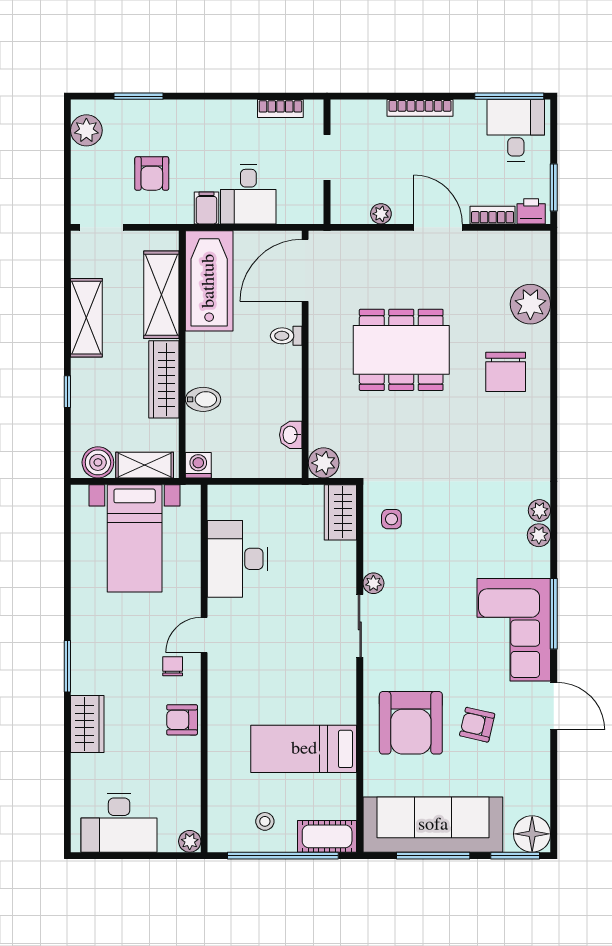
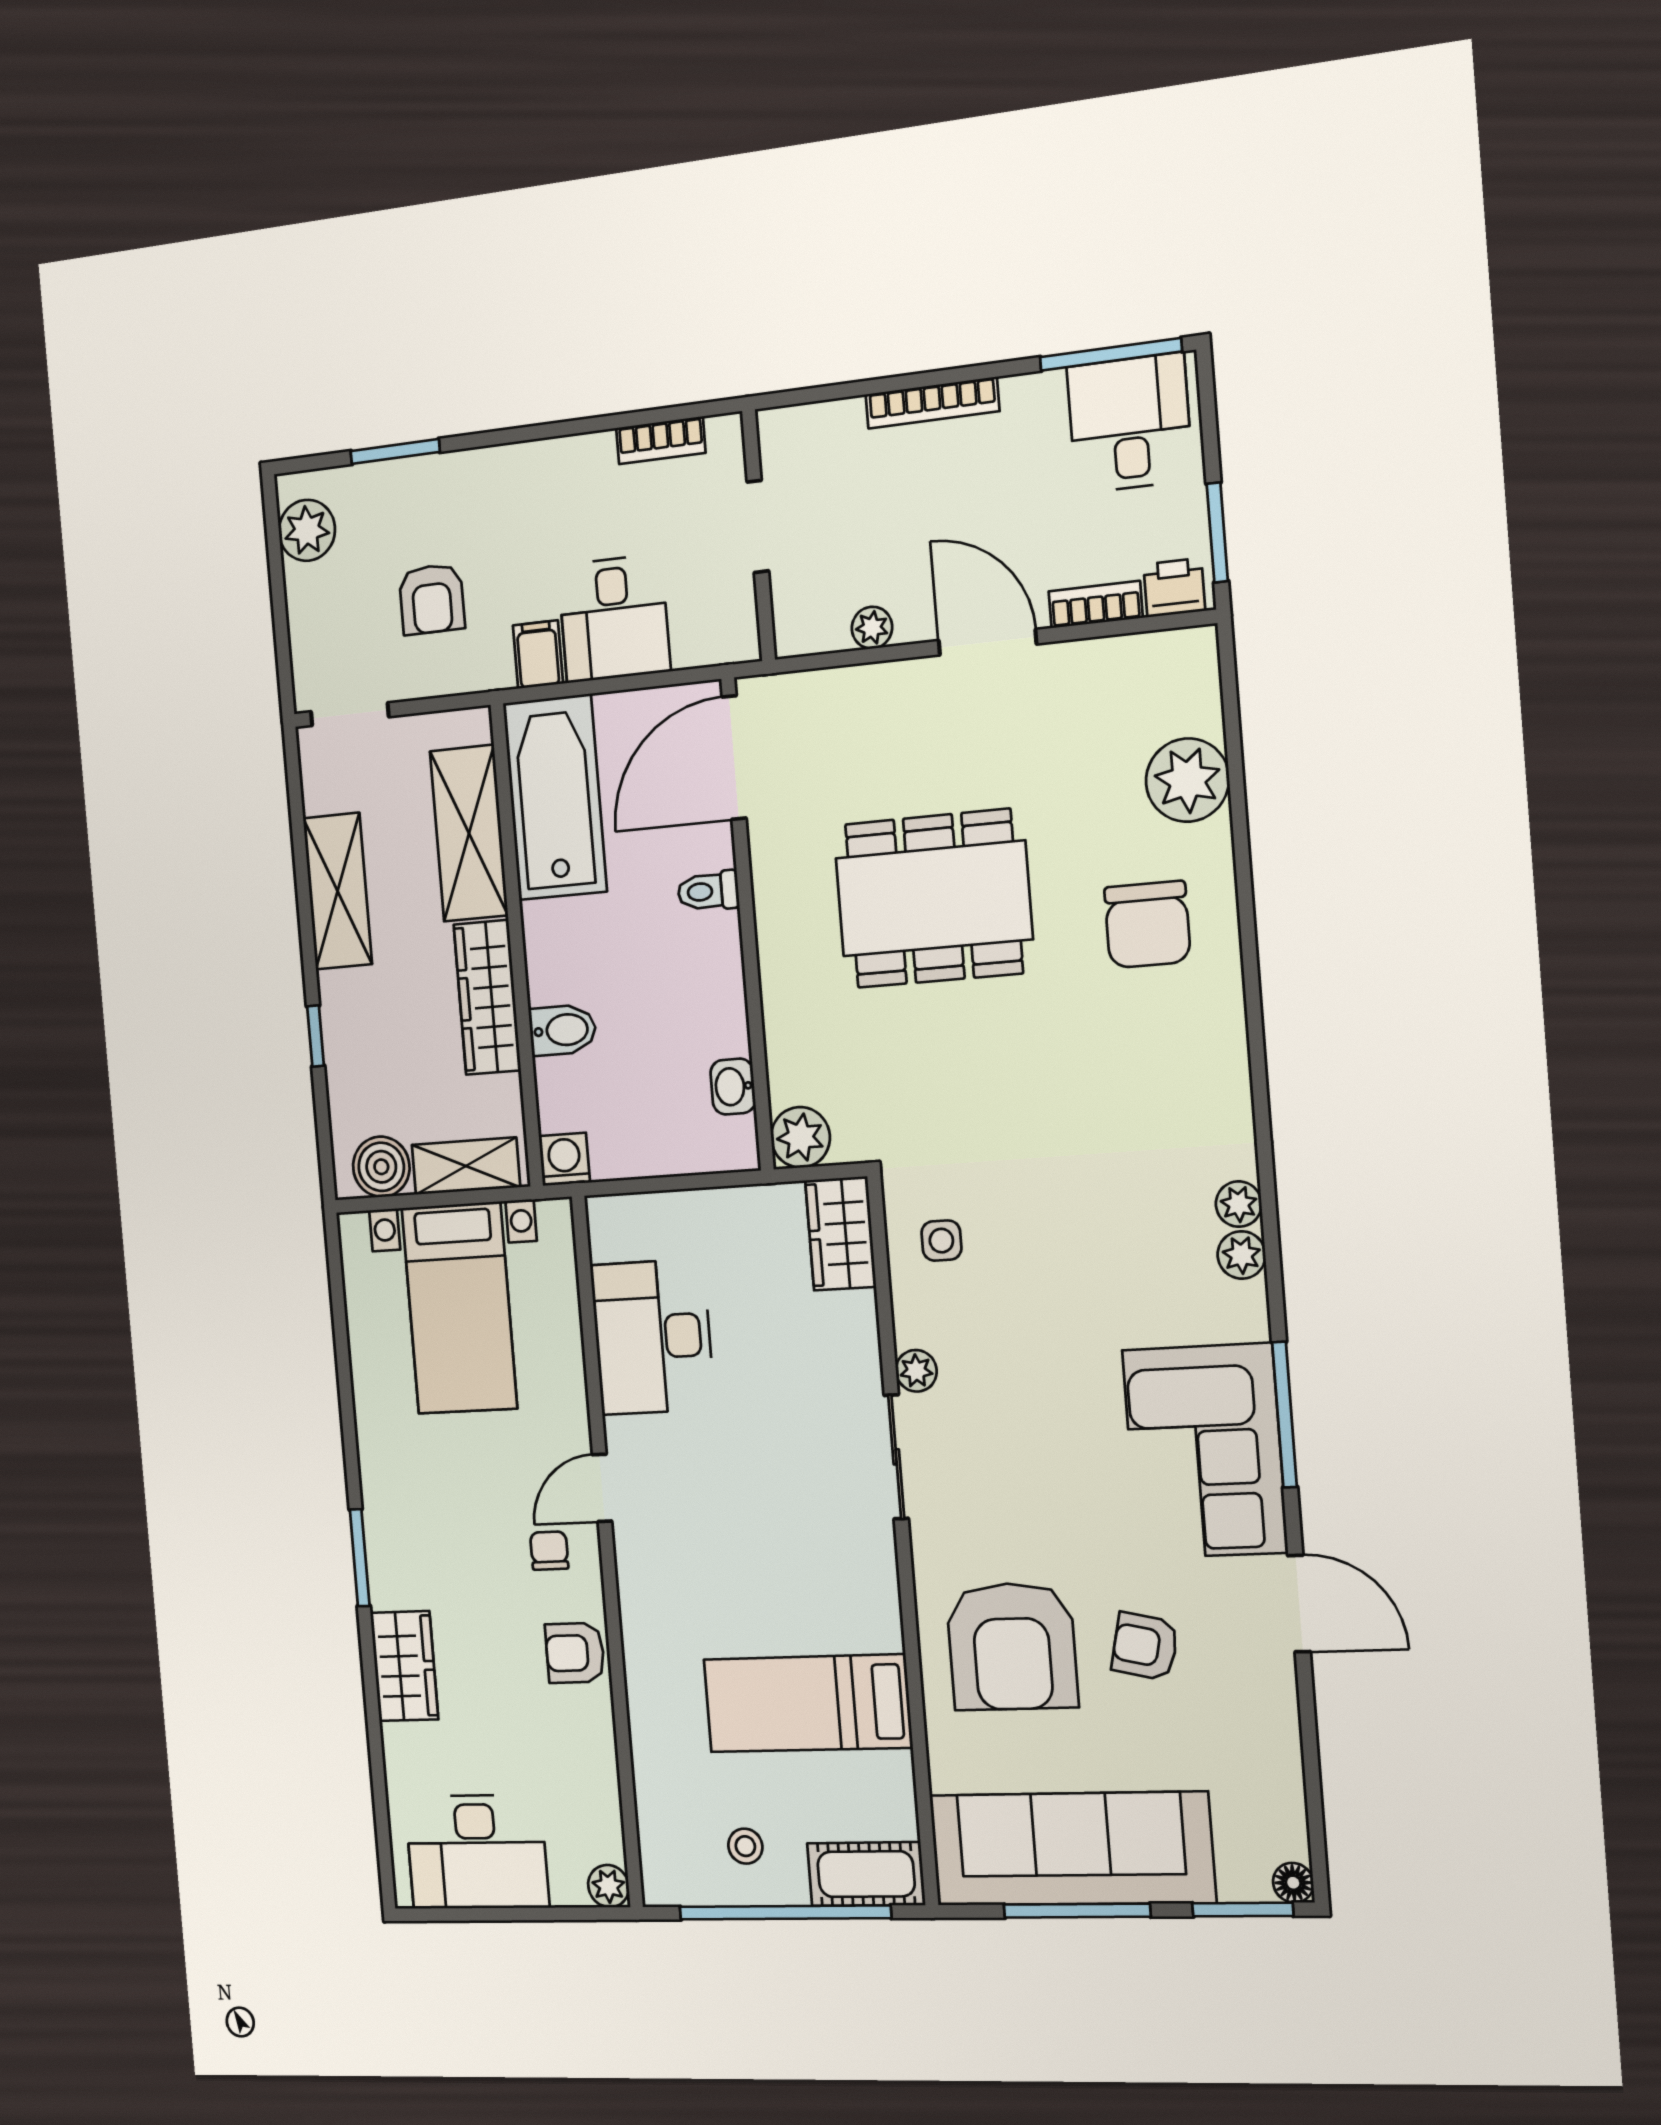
floor lamp: (532, 834) -> (1293, 1883), width x0.53, depth x0.53

